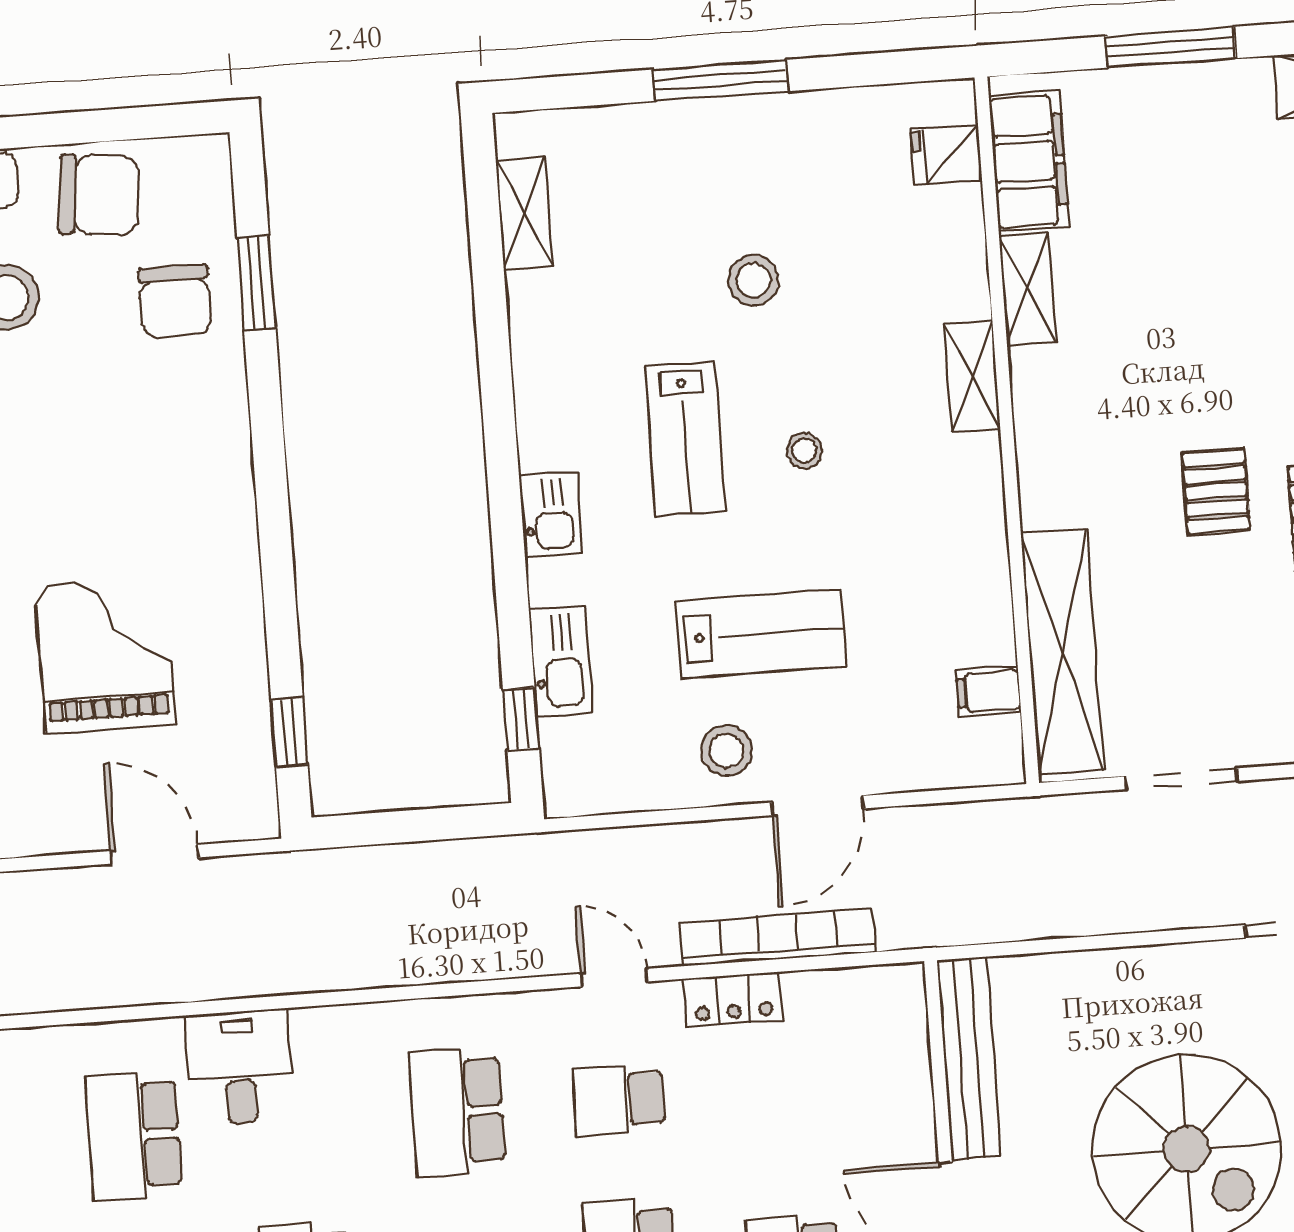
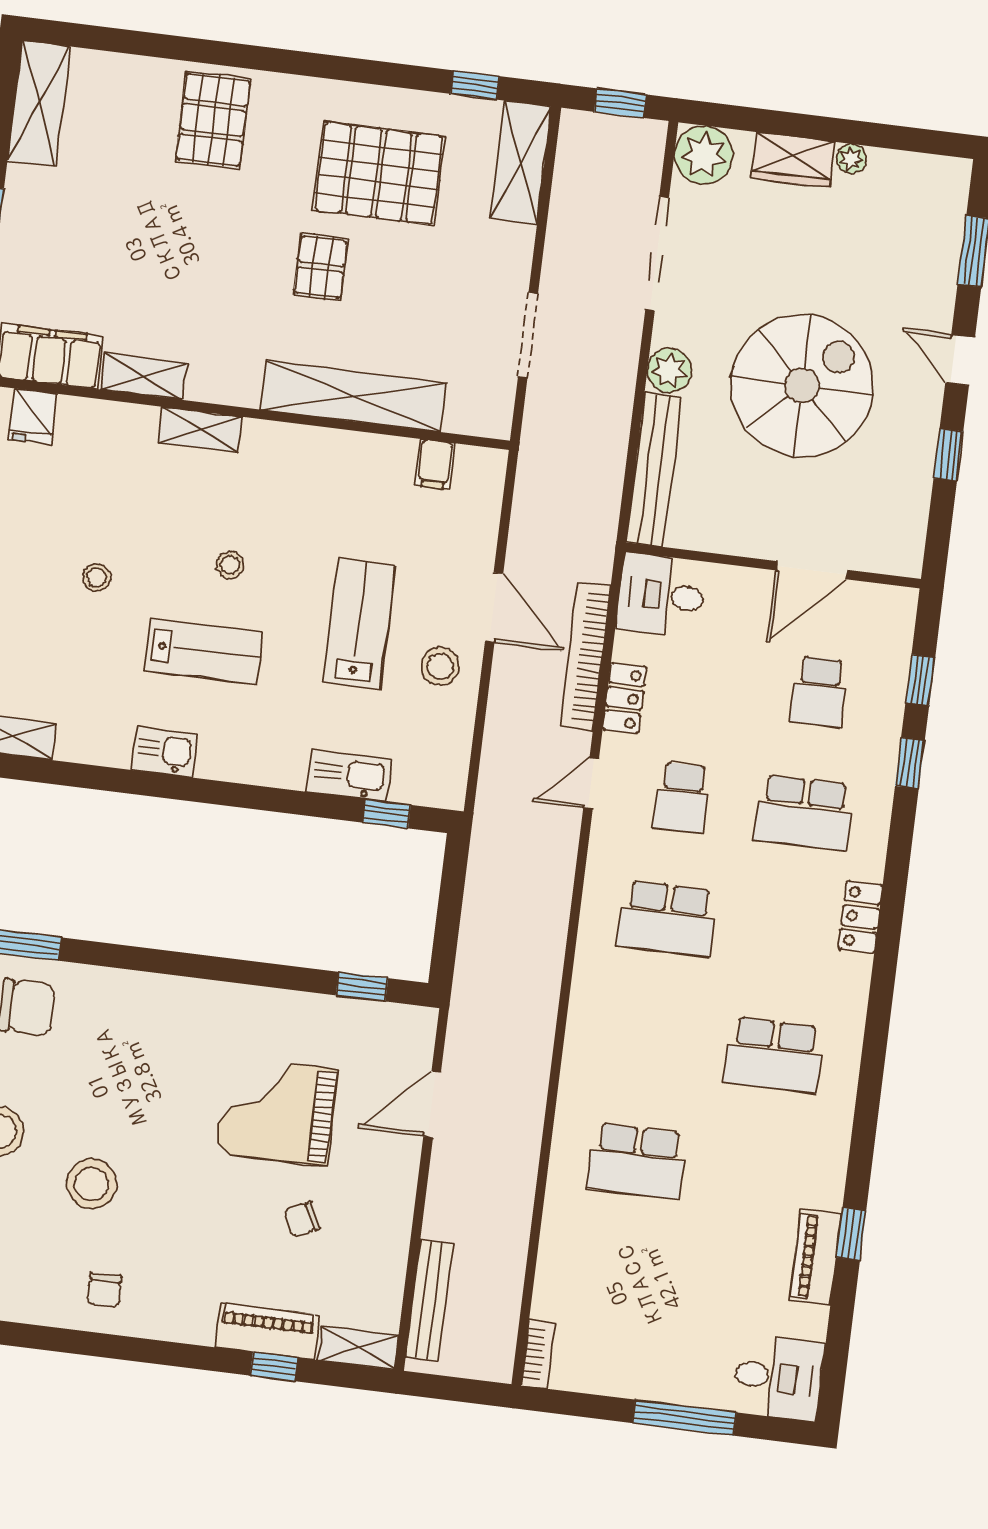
stool: (753, 280) -> (97, 578), width x0.73, depth x0.73
pallet: (1216, 491) -> (321, 267), turned 90
kitchen sink: (551, 514) -> (165, 752), moved
shelving: (1062, 652) -> (353, 396), moved
plant: (1172, 972) -> (669, 370), added
bench: (969, 1058) -> (654, 470), moved, turned 90
desk: (240, 1067) -> (661, 595), moved

